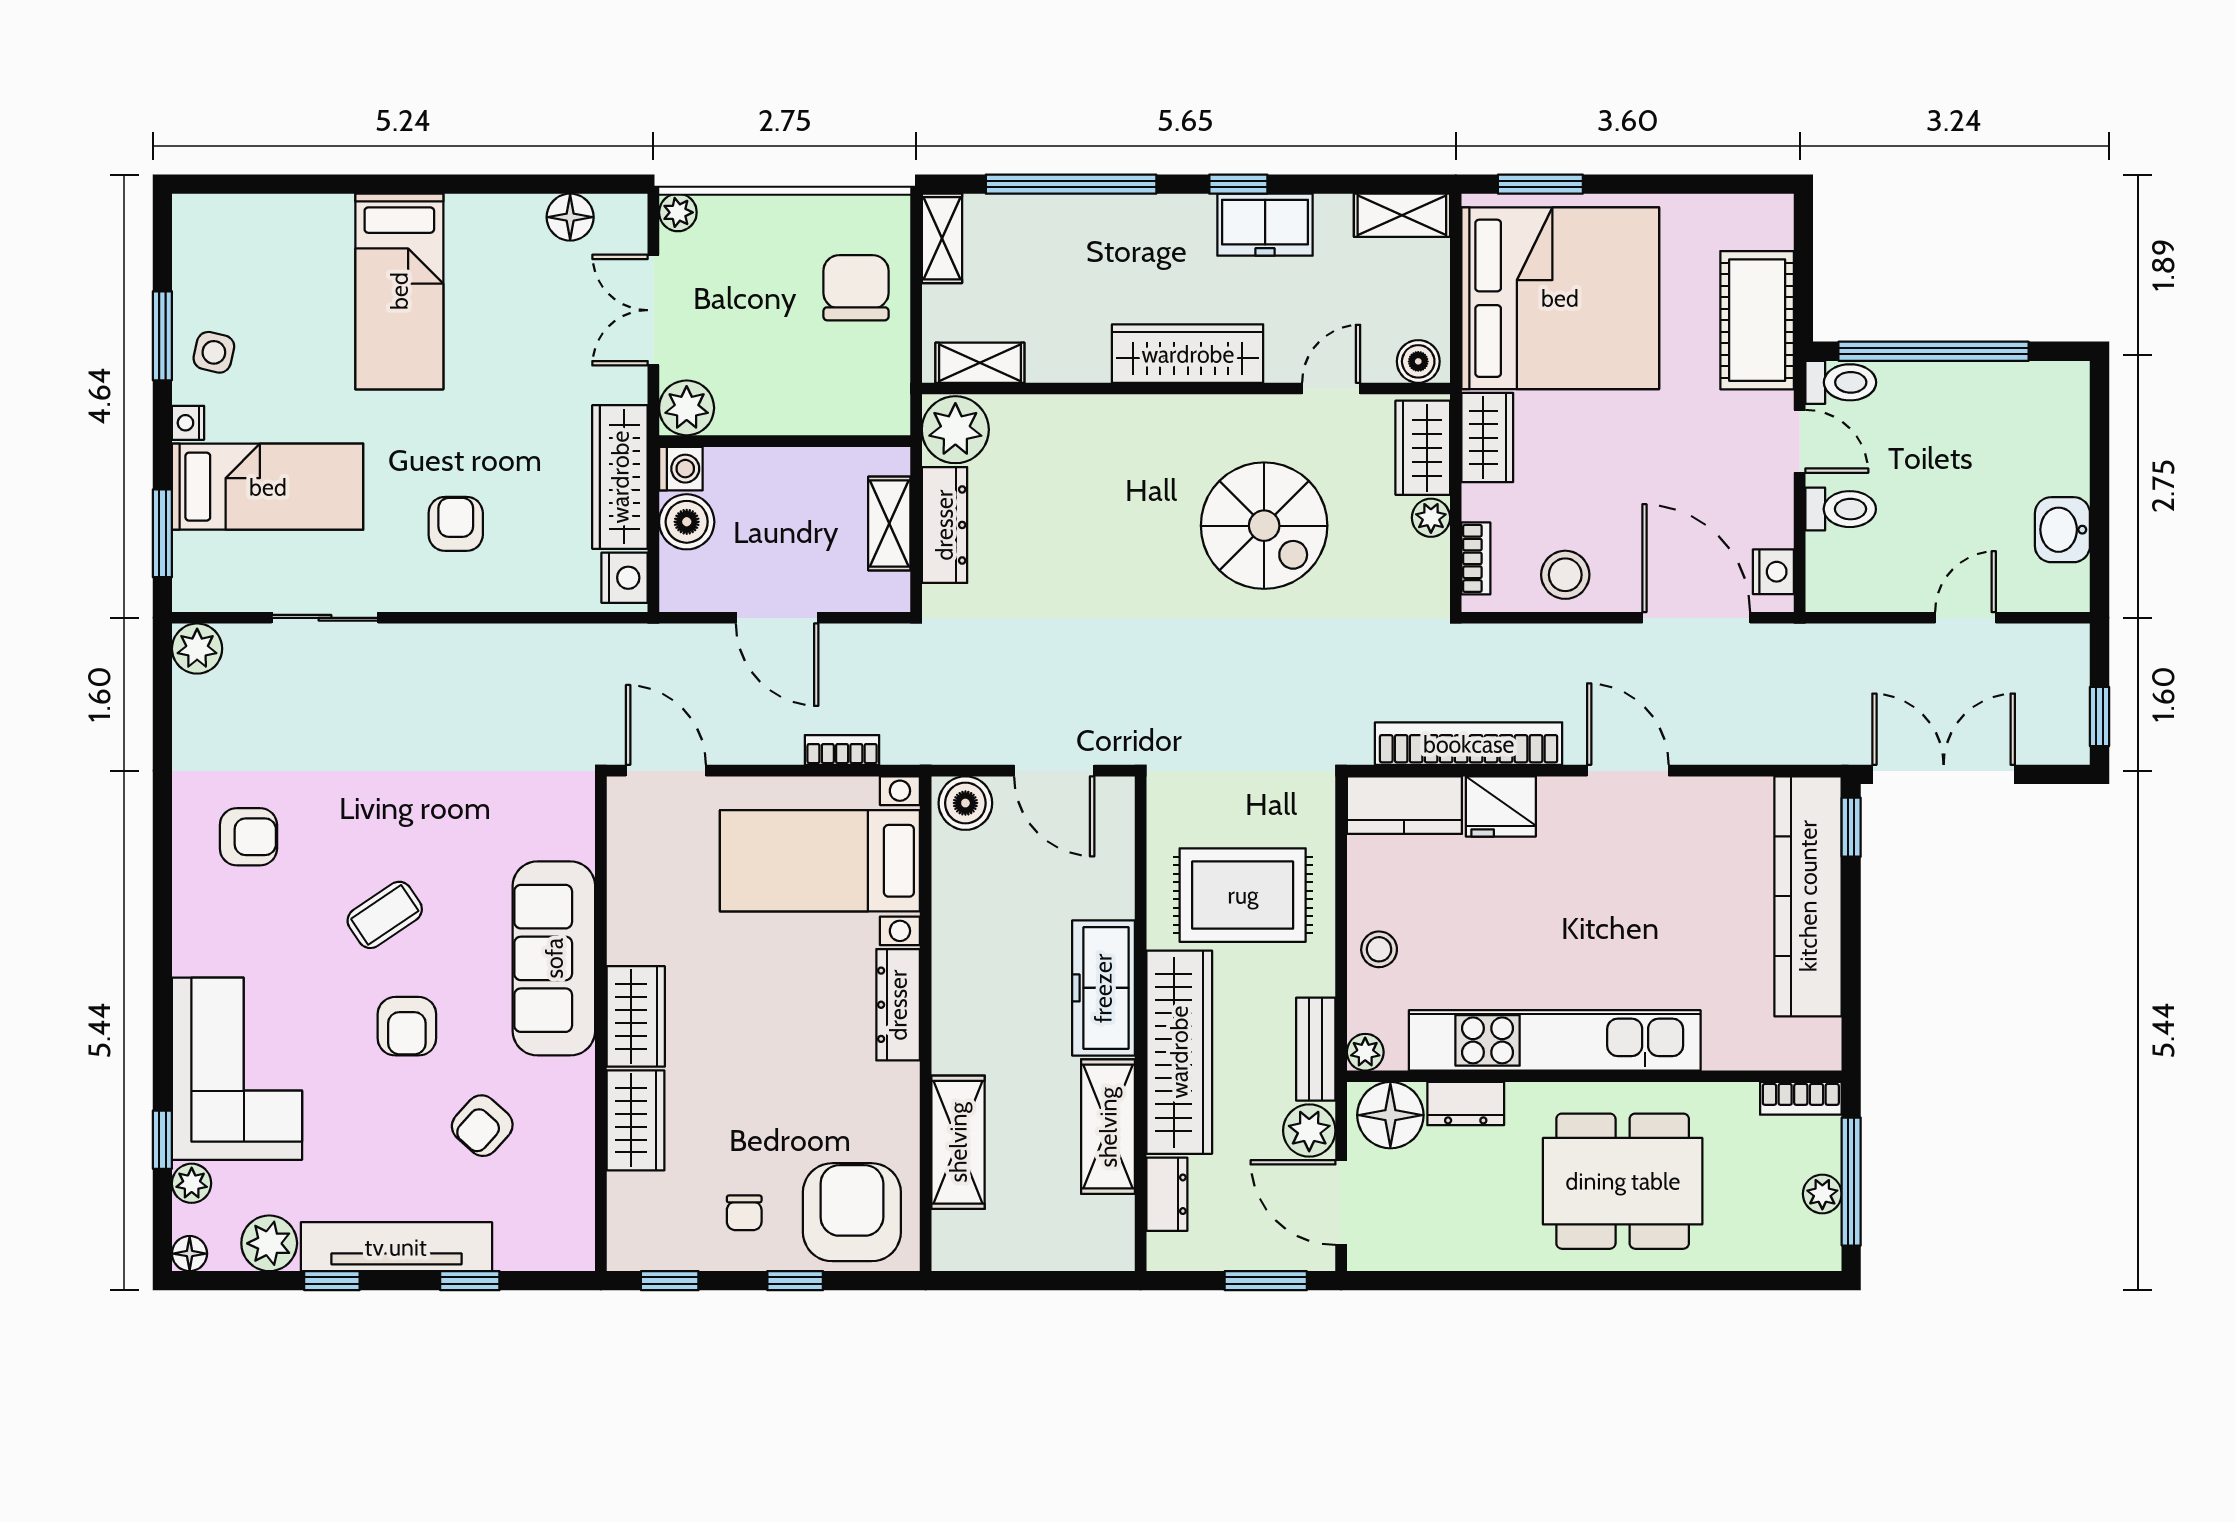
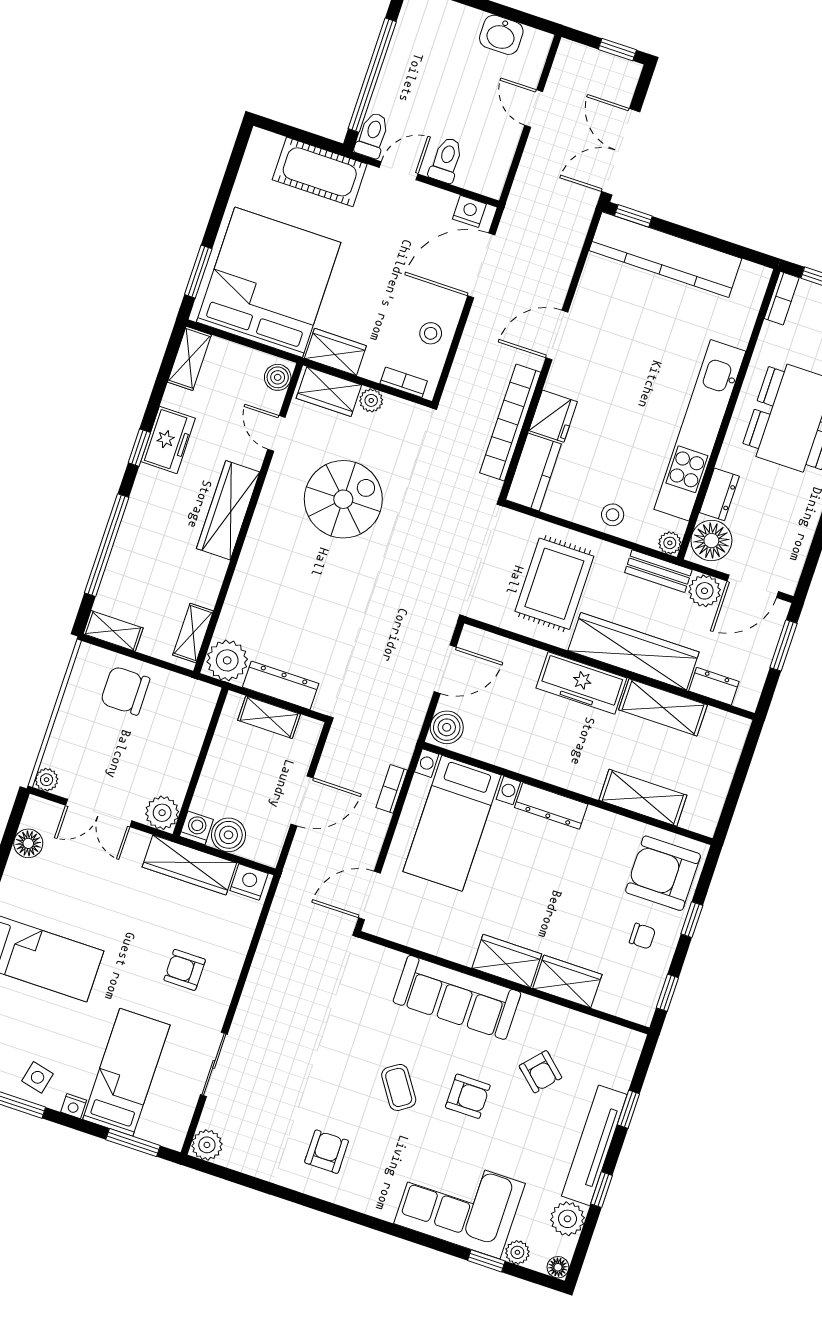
stool: (1565, 575) -> (431, 333), width x0.73, depth x0.73

